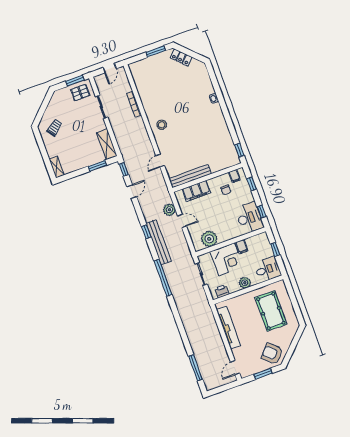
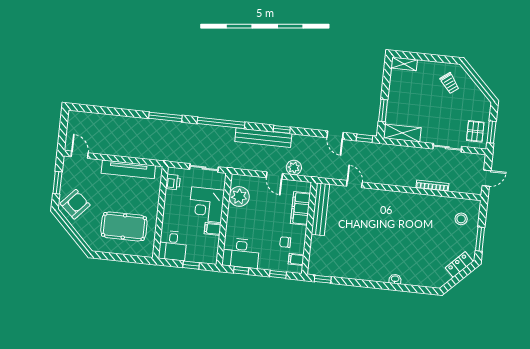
door: (110, 68) -> (487, 178), swing flipped
stool: (162, 125) -> (461, 219), moved
door: (182, 221) -> (274, 176), hinge flipped
plant: (245, 283) -> (170, 212), removed
window: (196, 368) -> (165, 117), moved

